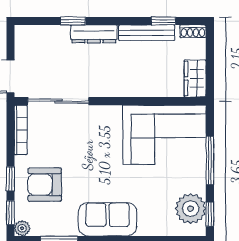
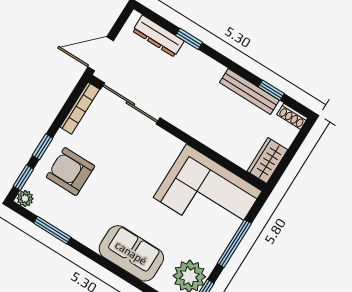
dresser: (94, 34) -> (158, 36), moved
sofa: (108, 219) -> (131, 253), moved

